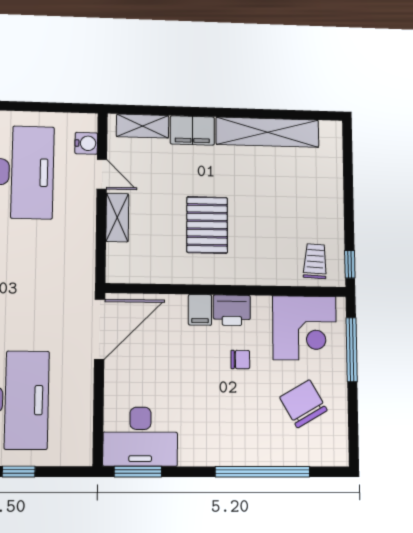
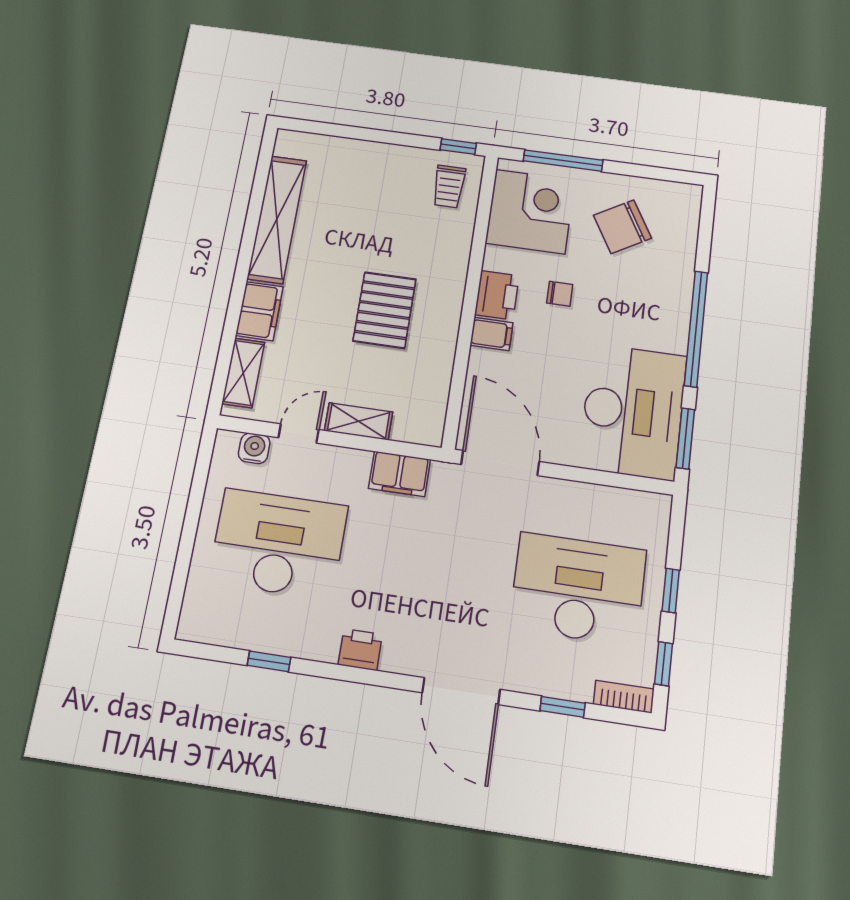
pallet: (207, 225) -> (385, 310), turned 90
filing cabinet: (81, 254) -> (400, 474), added
trolley: (315, 261) -> (449, 187), turned -93
chair: (240, 360) -> (560, 294), turned 90
desk: (140, 437) -> (633, 411), width x1.36, depth x1.30
window: (263, 472) -> (696, 329), moved

